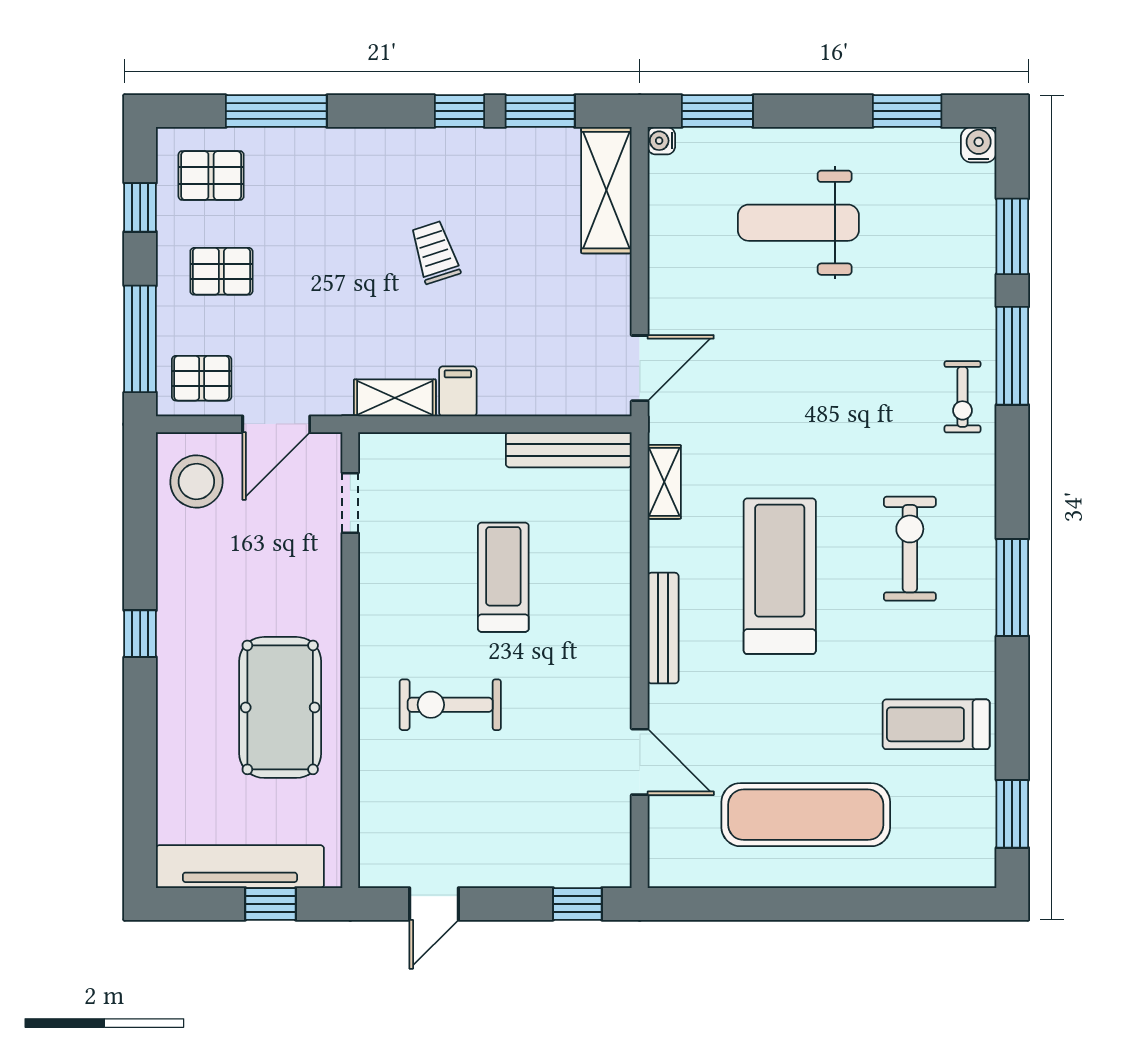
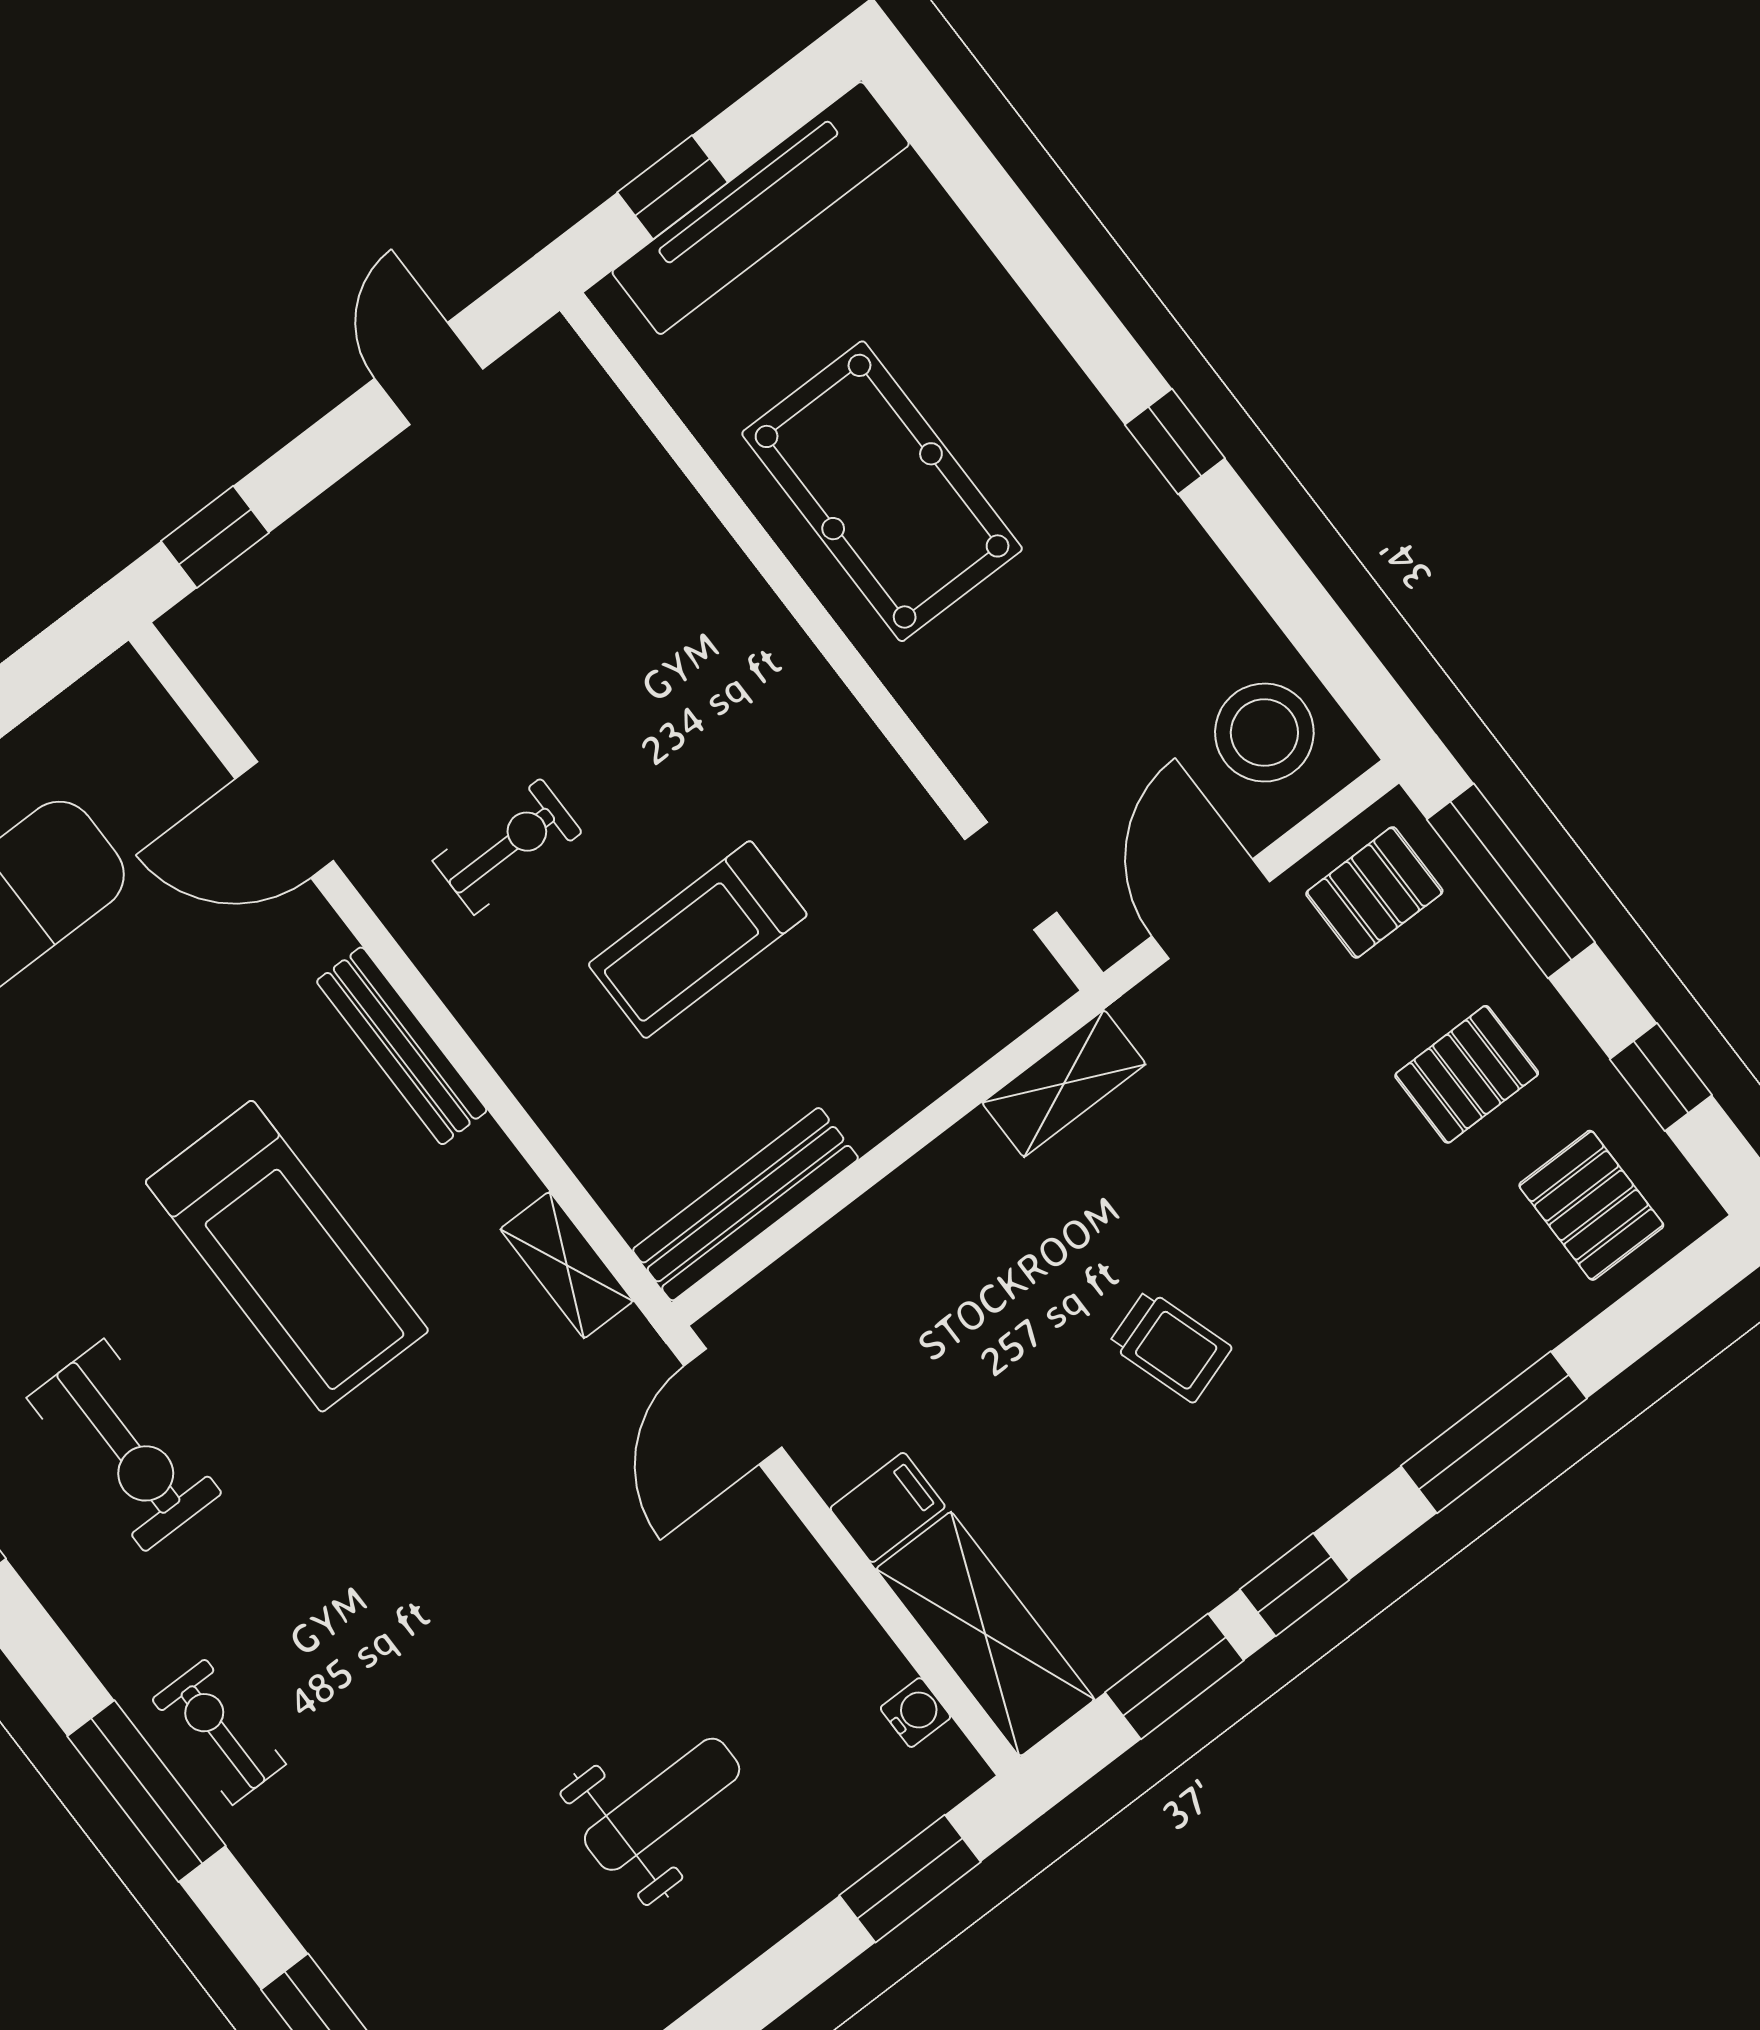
window: (276, 111) -> (1494, 1432), moved
water cooler: (661, 141) -> (915, 1713), moved
pallet: (211, 176) -> (1591, 1205), turned 90
weight bench: (798, 223) -> (662, 1804), width x0.73, depth x0.75
window: (1012, 356) -> (147, 1791), moved
filing cabinet: (458, 391) -> (888, 1507), moved, turned -90
treadmill: (503, 577) -> (698, 940), turned 90
exercise bike: (450, 705) -> (507, 847), moved, width x0.73, depth x0.72

